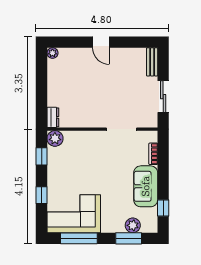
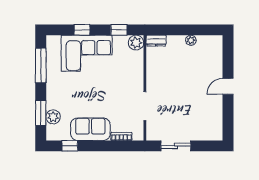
plant: (52, 53) -> (191, 40), moved
bench: (152, 62) -> (209, 135), removed
corner sofa: (74, 214) -> (87, 53), moved, turned 90

